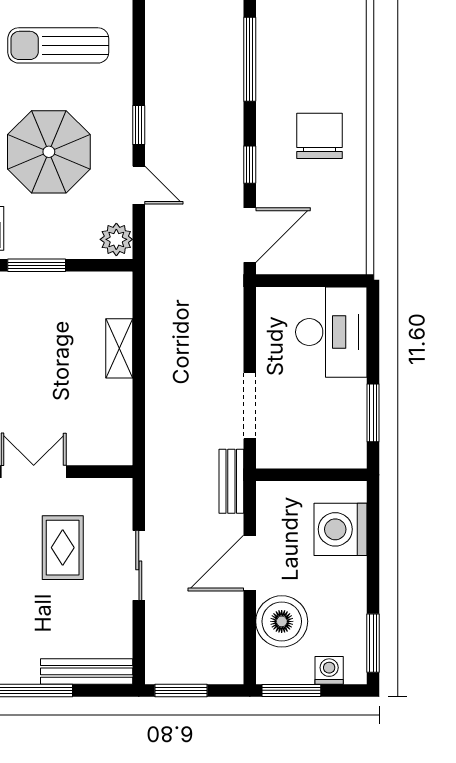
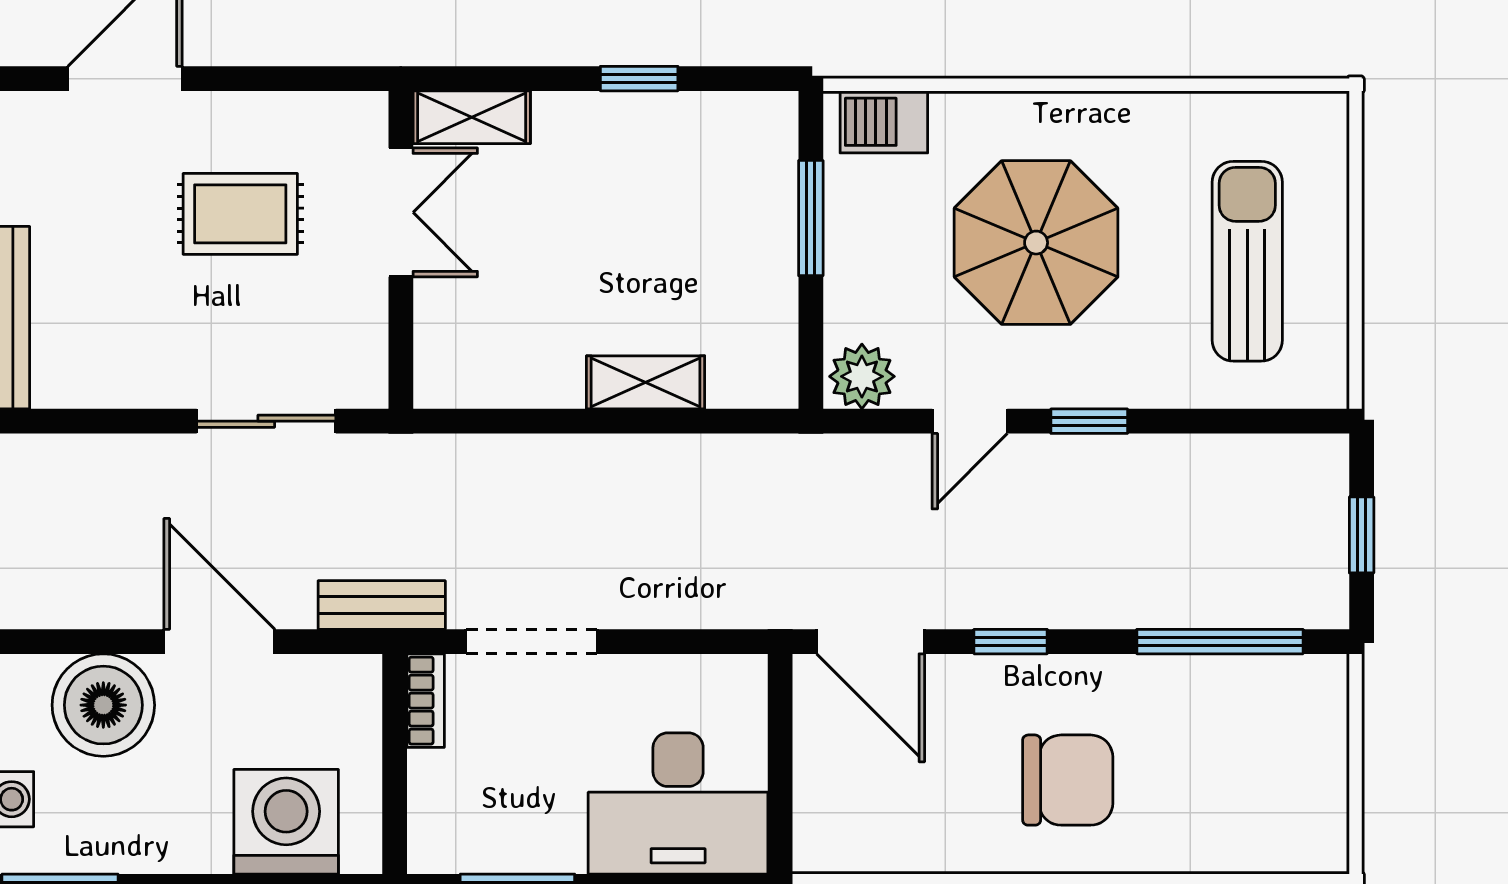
bookcase: (280, 459) -> (426, 701), added
rug: (63, 548) -> (240, 214), moved
sliding door: (139, 565) -> (266, 421), moved

